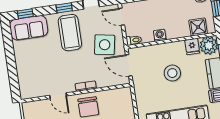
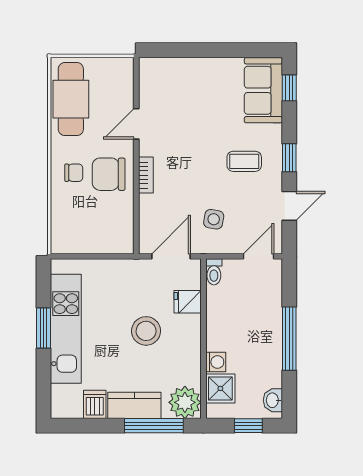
coffee table: (70, 33) -> (244, 161), width x0.54, depth x0.58
washing machine: (160, 35) -> (216, 362), moved
side table: (105, 45) -> (214, 219), width x0.54, depth x0.54
fridge: (192, 46) -> (188, 302), moved

